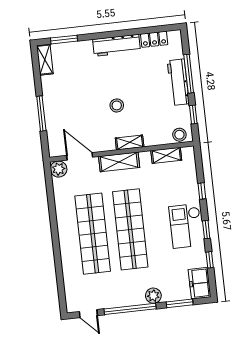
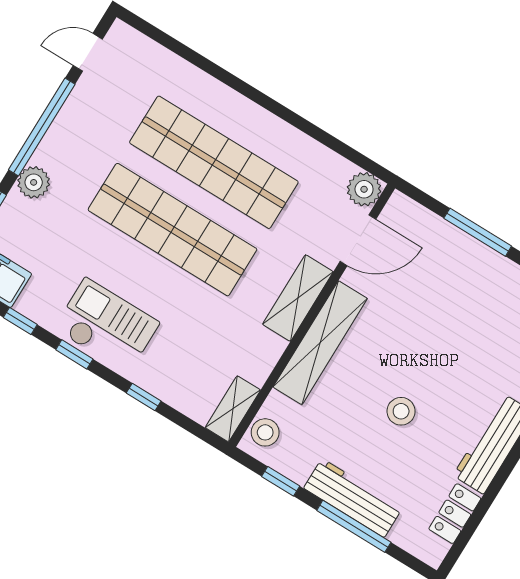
stool: (117, 105) -> (401, 411), moved
shelving: (130, 142) -> (320, 343), width x2.20, depth x1.33
shelving: (166, 155) -> (233, 409), moved

